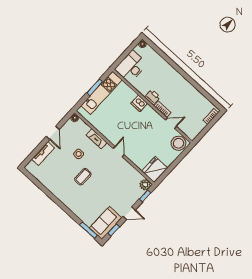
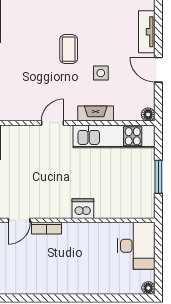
kitchen unit: (102, 93) -> (114, 136), moved, turned -90
printer: (152, 97) -> (73, 232), removed
door: (119, 152) -> (52, 123), swing flipped

